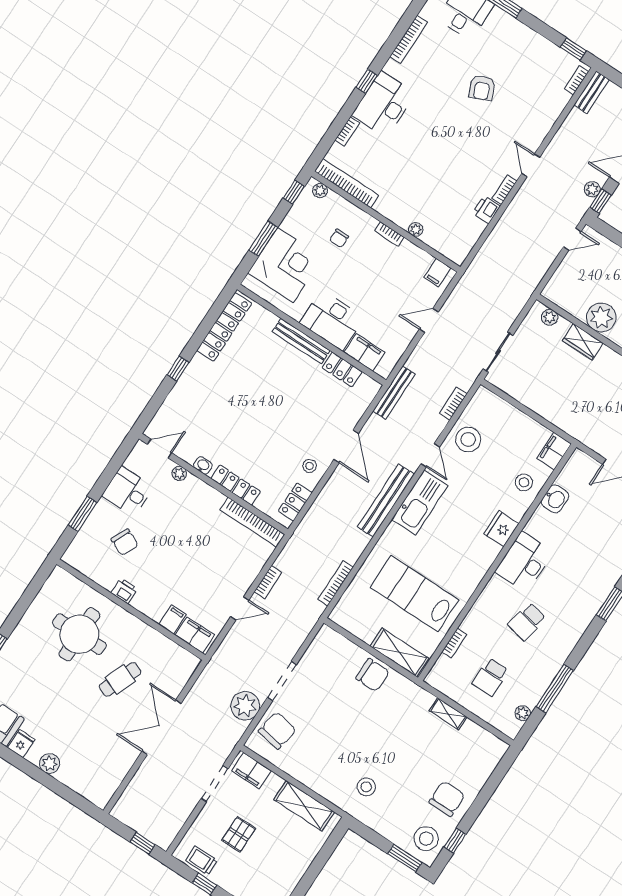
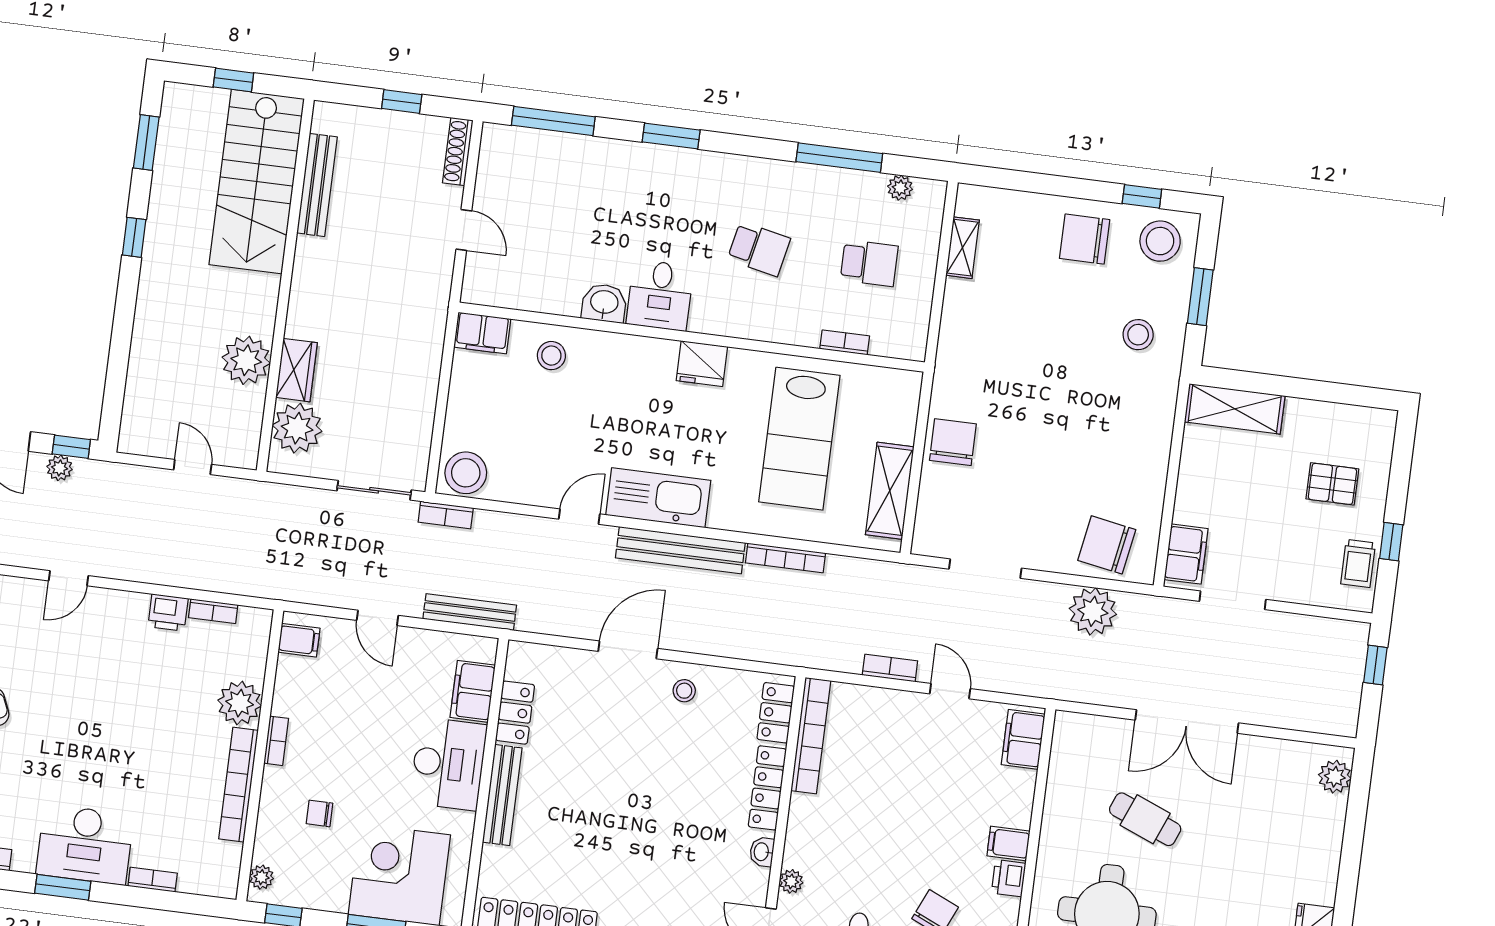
window: (367, 81) -> (63, 887), width x1.50
bookcase: (347, 183) -> (239, 785), moved
bookcase: (505, 190) -> (213, 611), moved
plant: (416, 229) -> (240, 703), width x1.88, depth x1.88
chair: (339, 238) -> (319, 813), turned 180
door: (572, 239) -> (193, 467), moved
plant: (549, 317) -> (297, 428), width x1.87, depth x1.87
bench: (394, 393) -> (470, 612), moved
bookcase: (453, 404) -> (446, 515), moved
stool: (468, 439) -> (466, 473), moved
washbasin: (555, 499) -> (604, 303), moved
locker: (295, 502) -> (776, 713), moved, turned 90
fridge: (501, 529) -> (702, 364), moved
desk: (524, 562) -> (660, 295), width x0.73
bookcase: (336, 583) -> (785, 558), moved
filing cabinet: (173, 619) -> (1008, 843), moved
shelving: (400, 652) -> (890, 491), moved
doorway: (282, 681) -> (985, 569), moved
shelving: (448, 714) -> (963, 248), moved
plant: (49, 764) -> (1335, 777), moved
stool: (366, 787) -> (1138, 335), moved
shelving: (304, 806) -> (1235, 409), moved, turned 90
pallet: (239, 834) -> (1332, 484), moved
window: (405, 858) -> (1200, 297), moved

